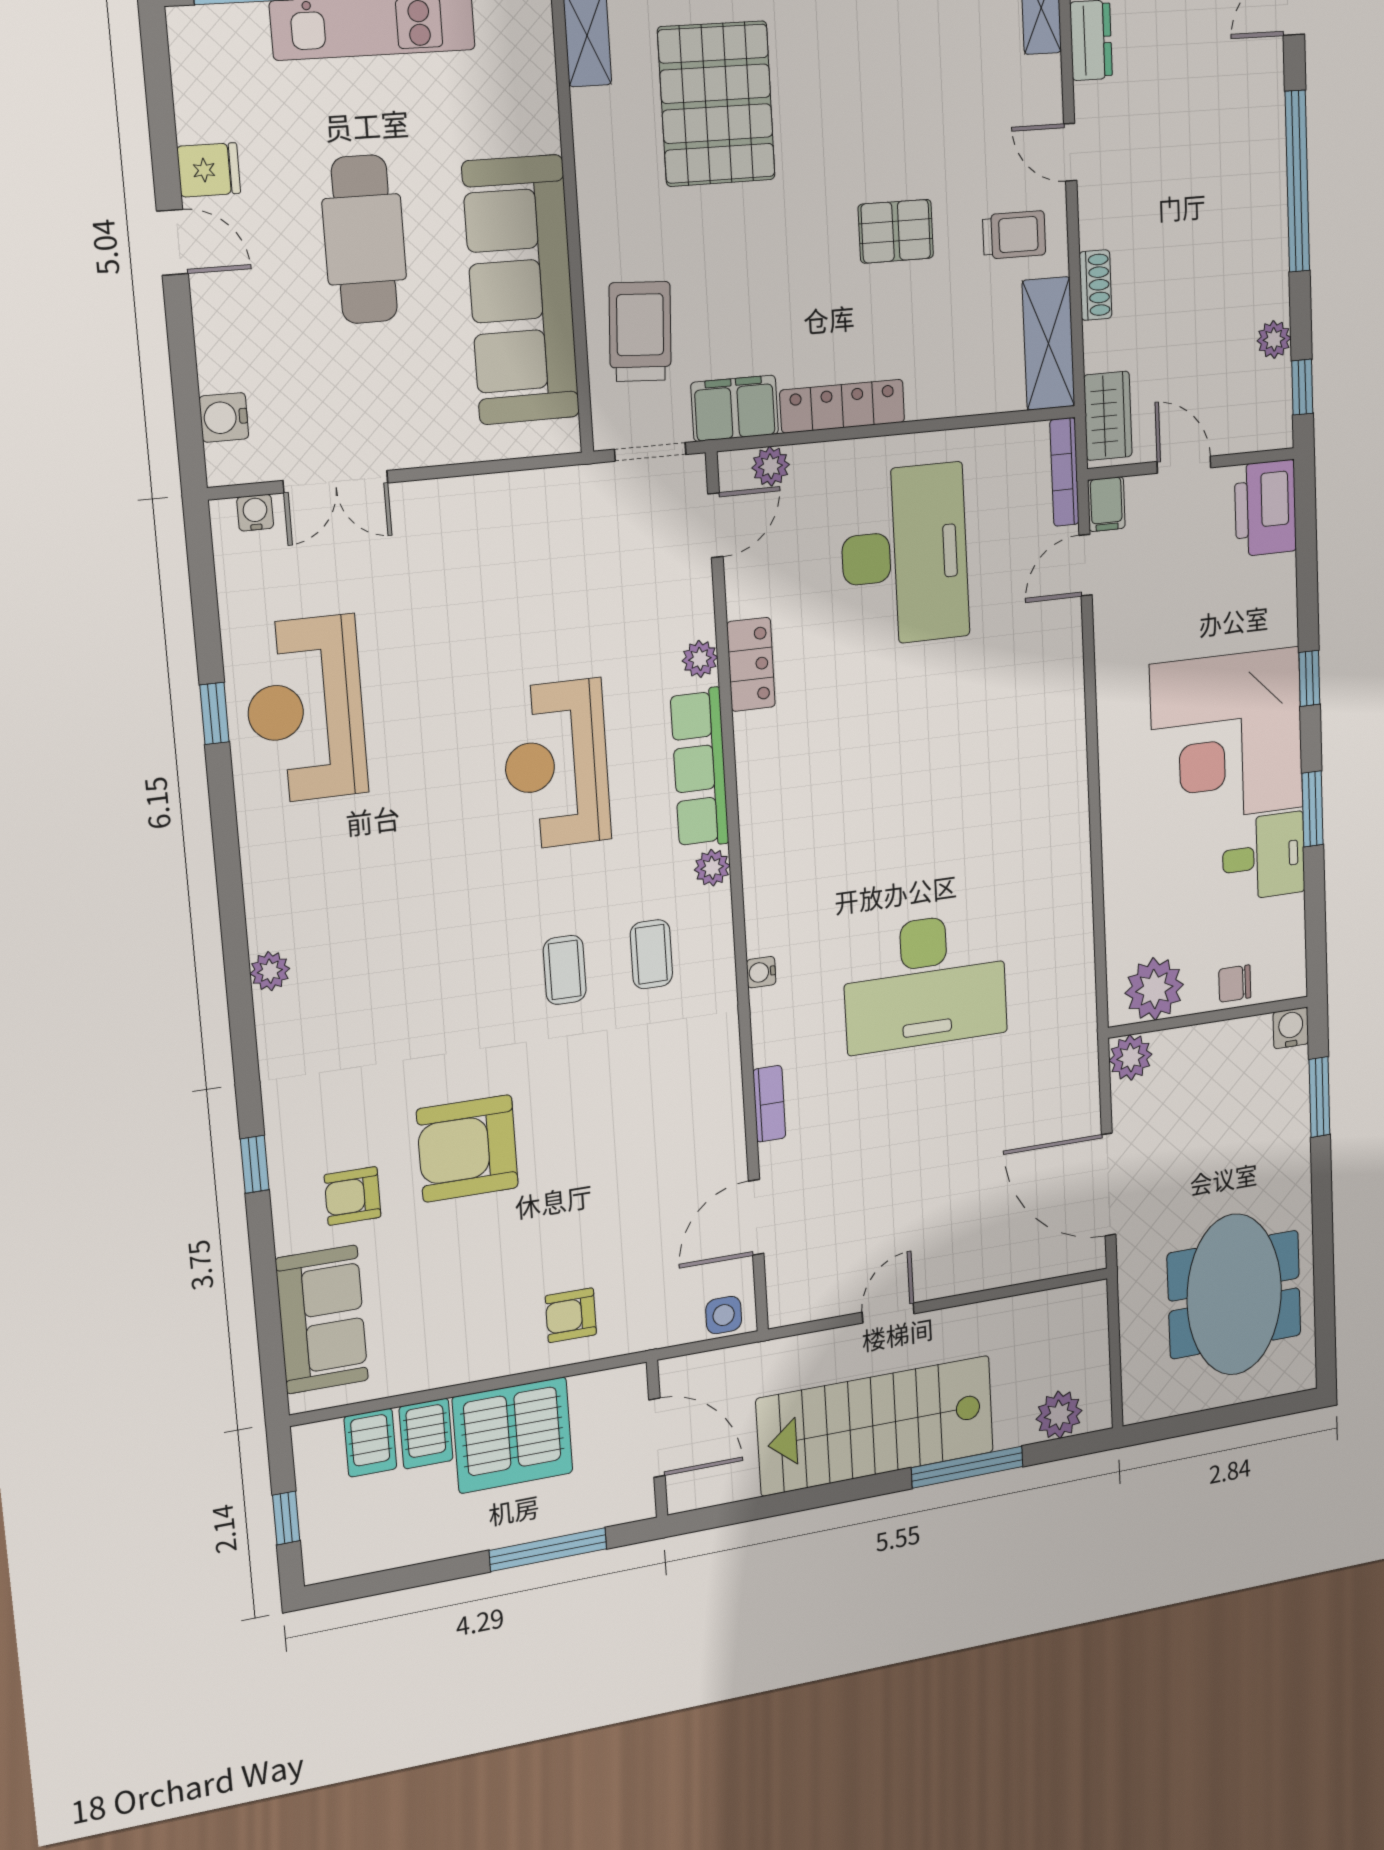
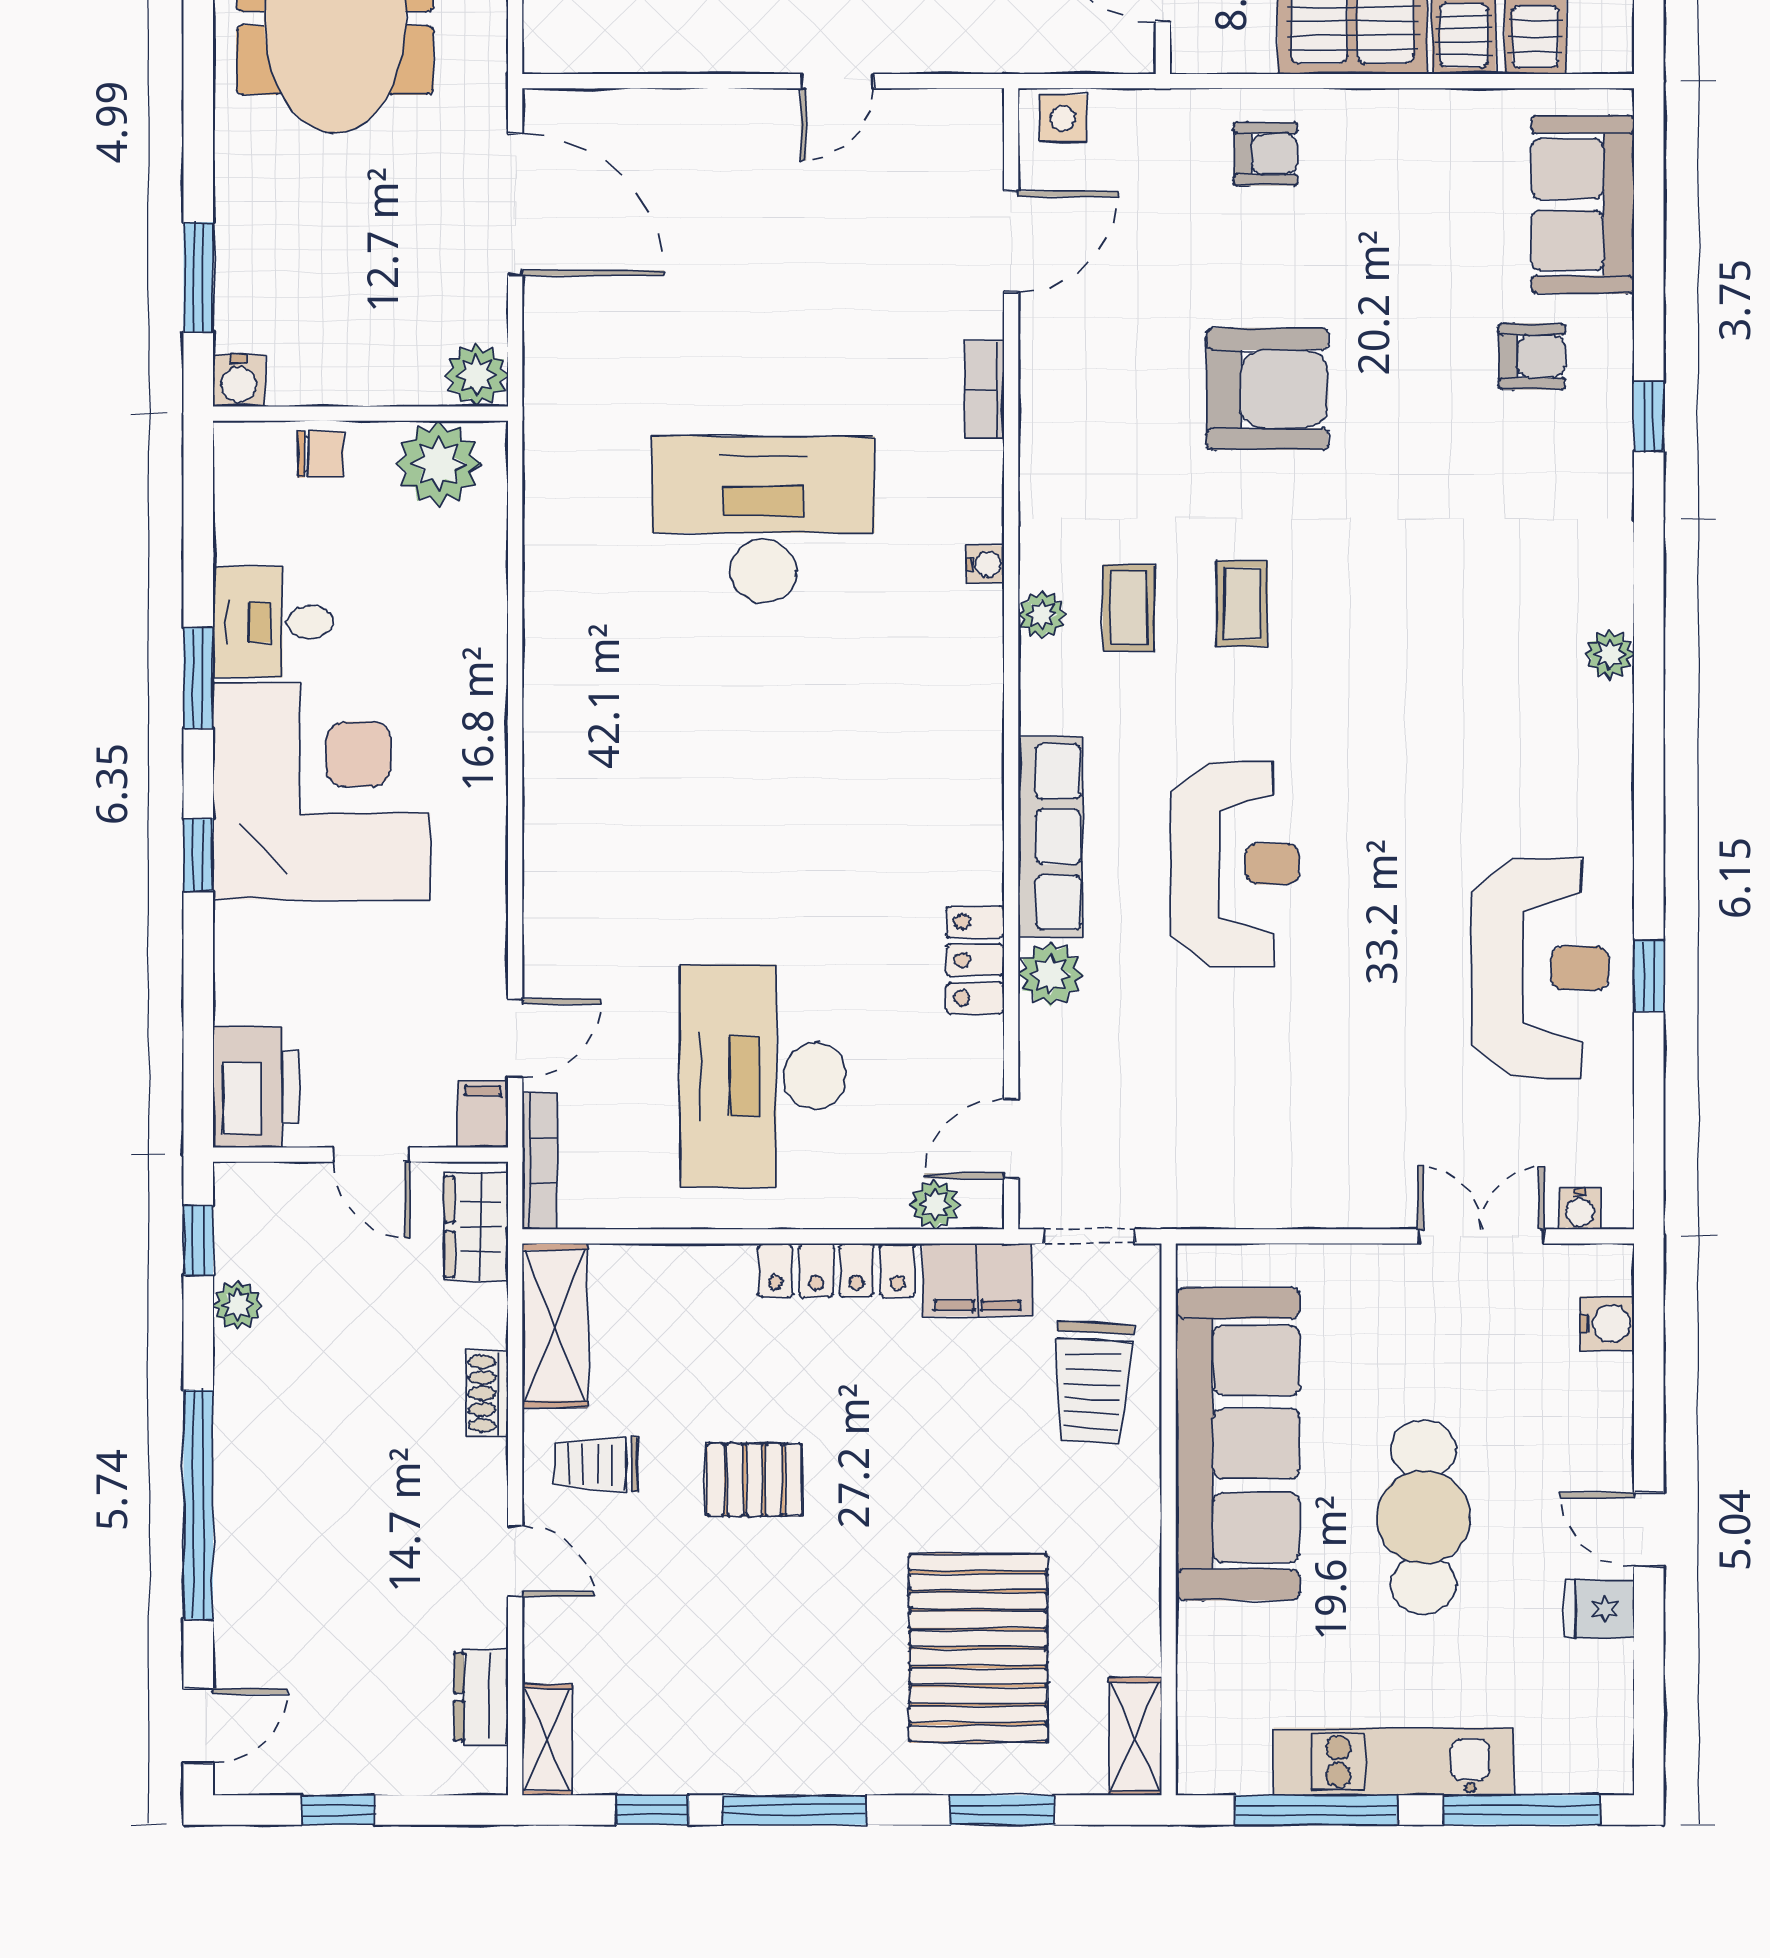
plant: (700, 659) -> (1050, 974), width x1.38, depth x1.38
plant: (712, 868) -> (1042, 615), moved
armchair: (467, 1149) -> (1267, 389), moved

